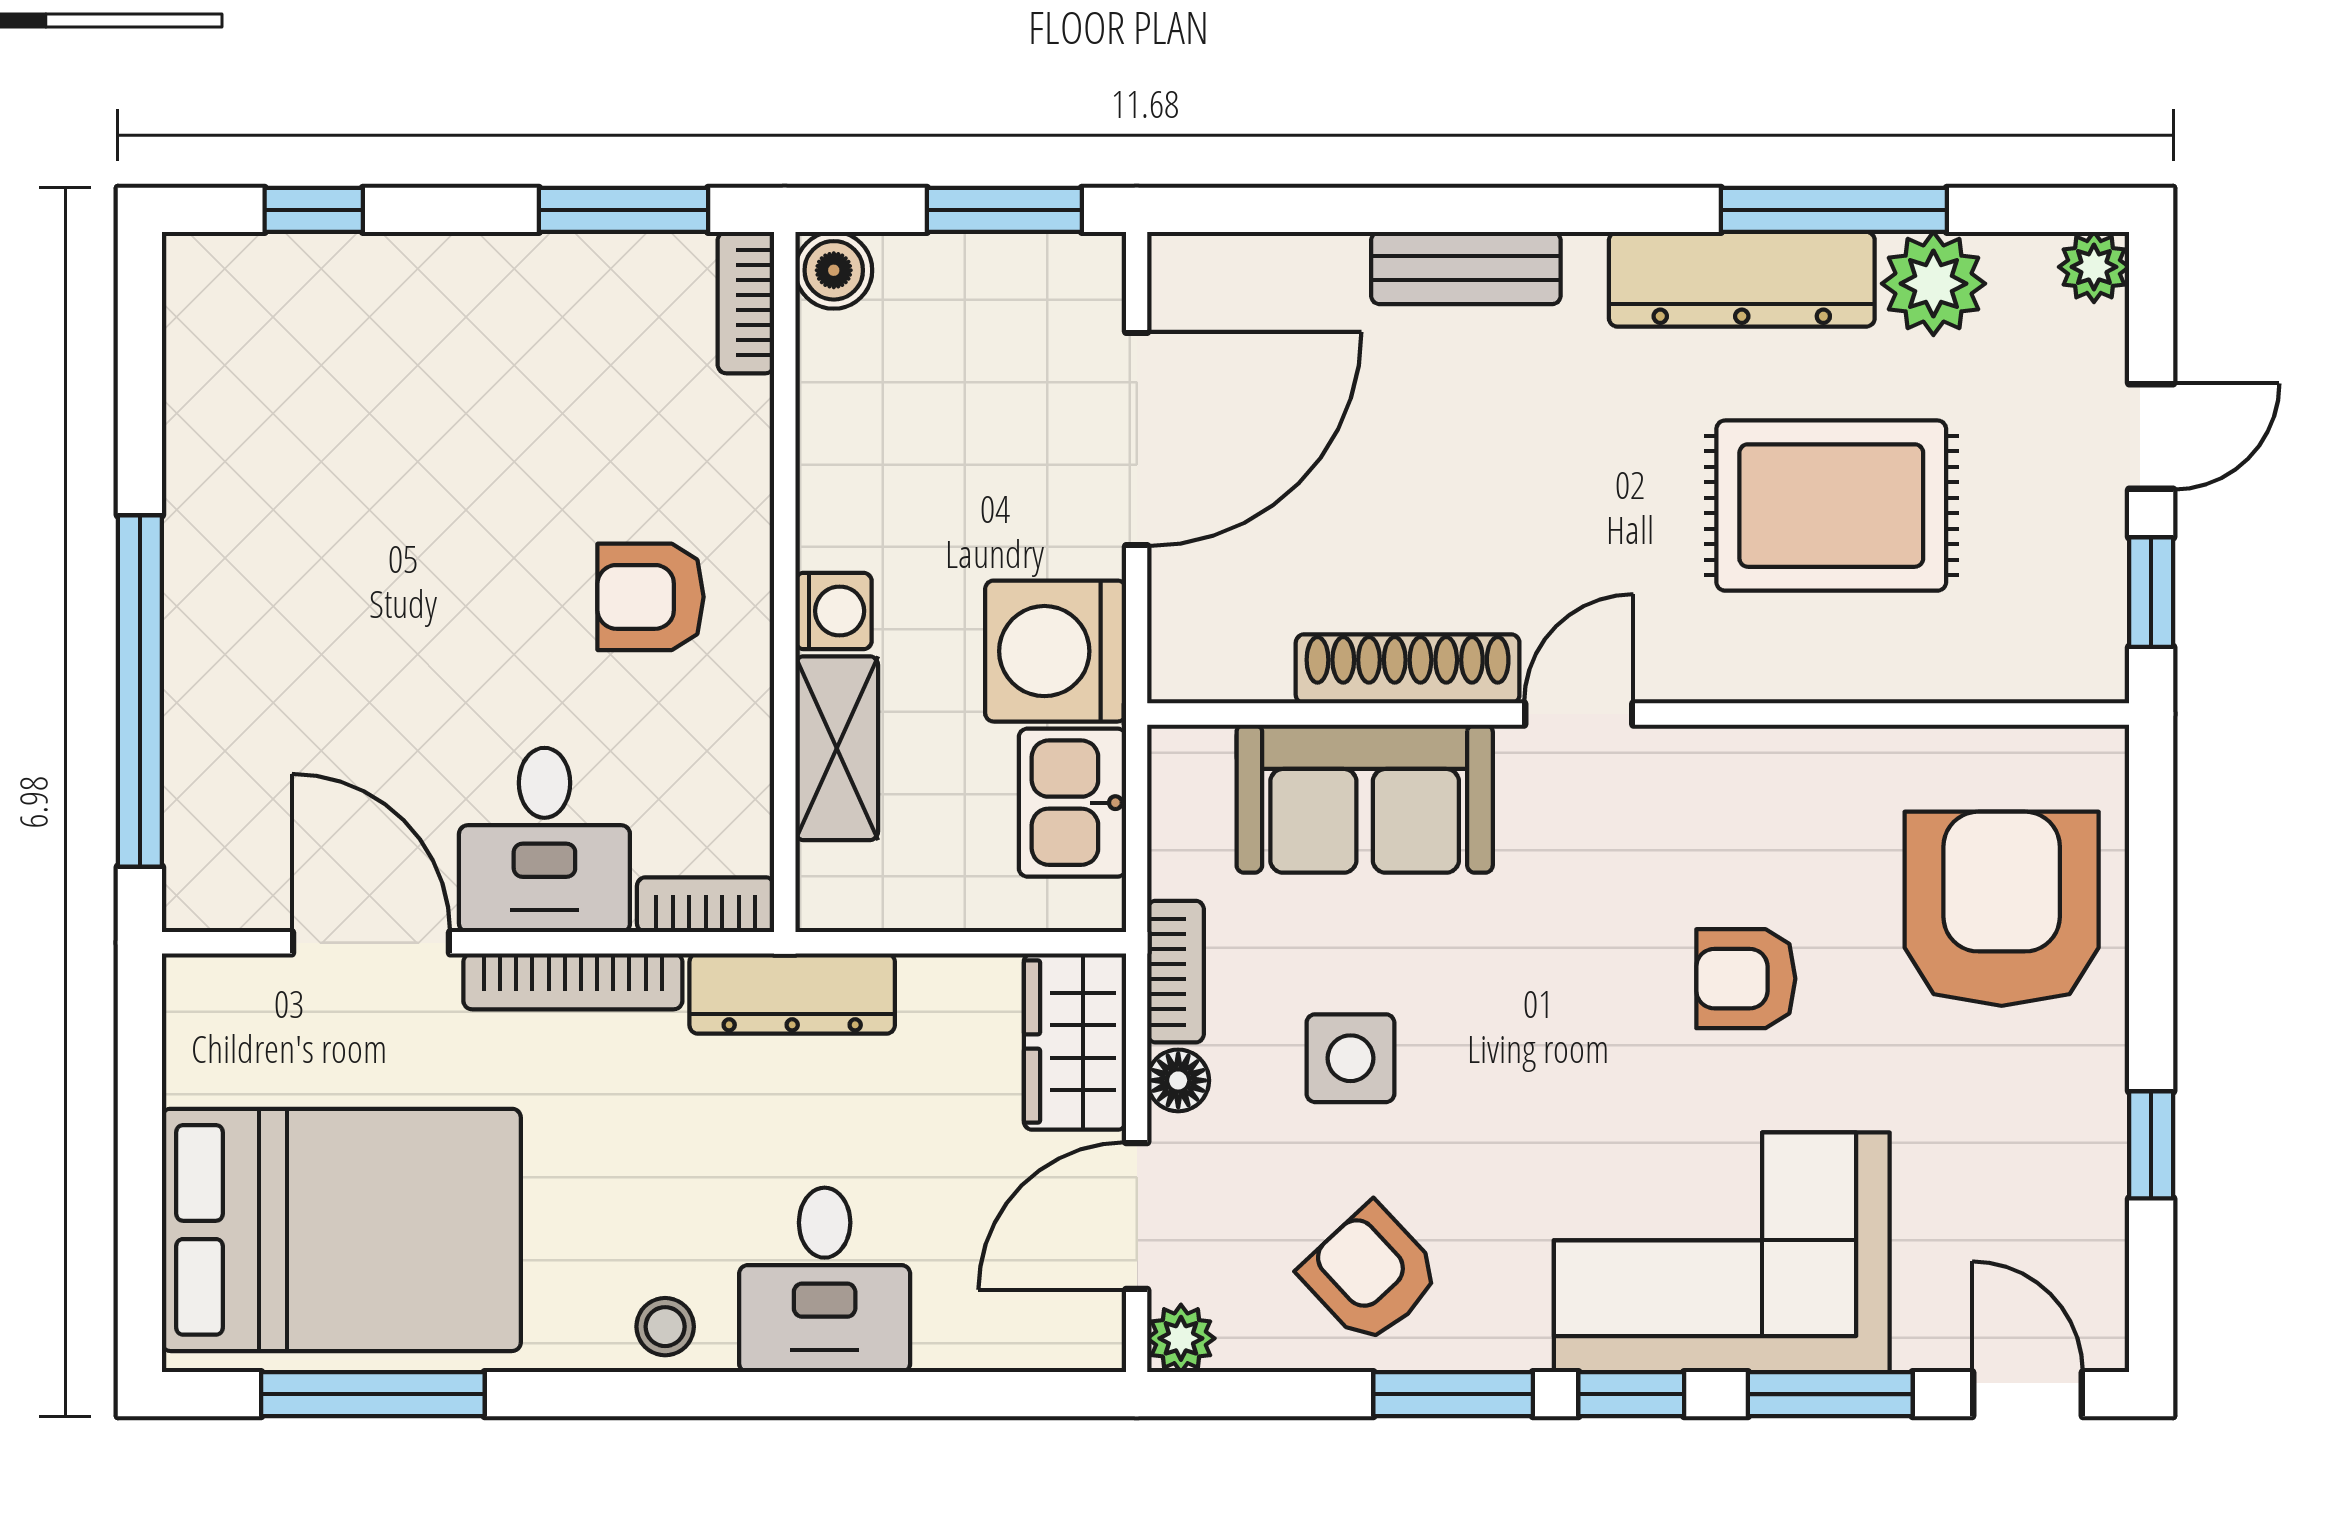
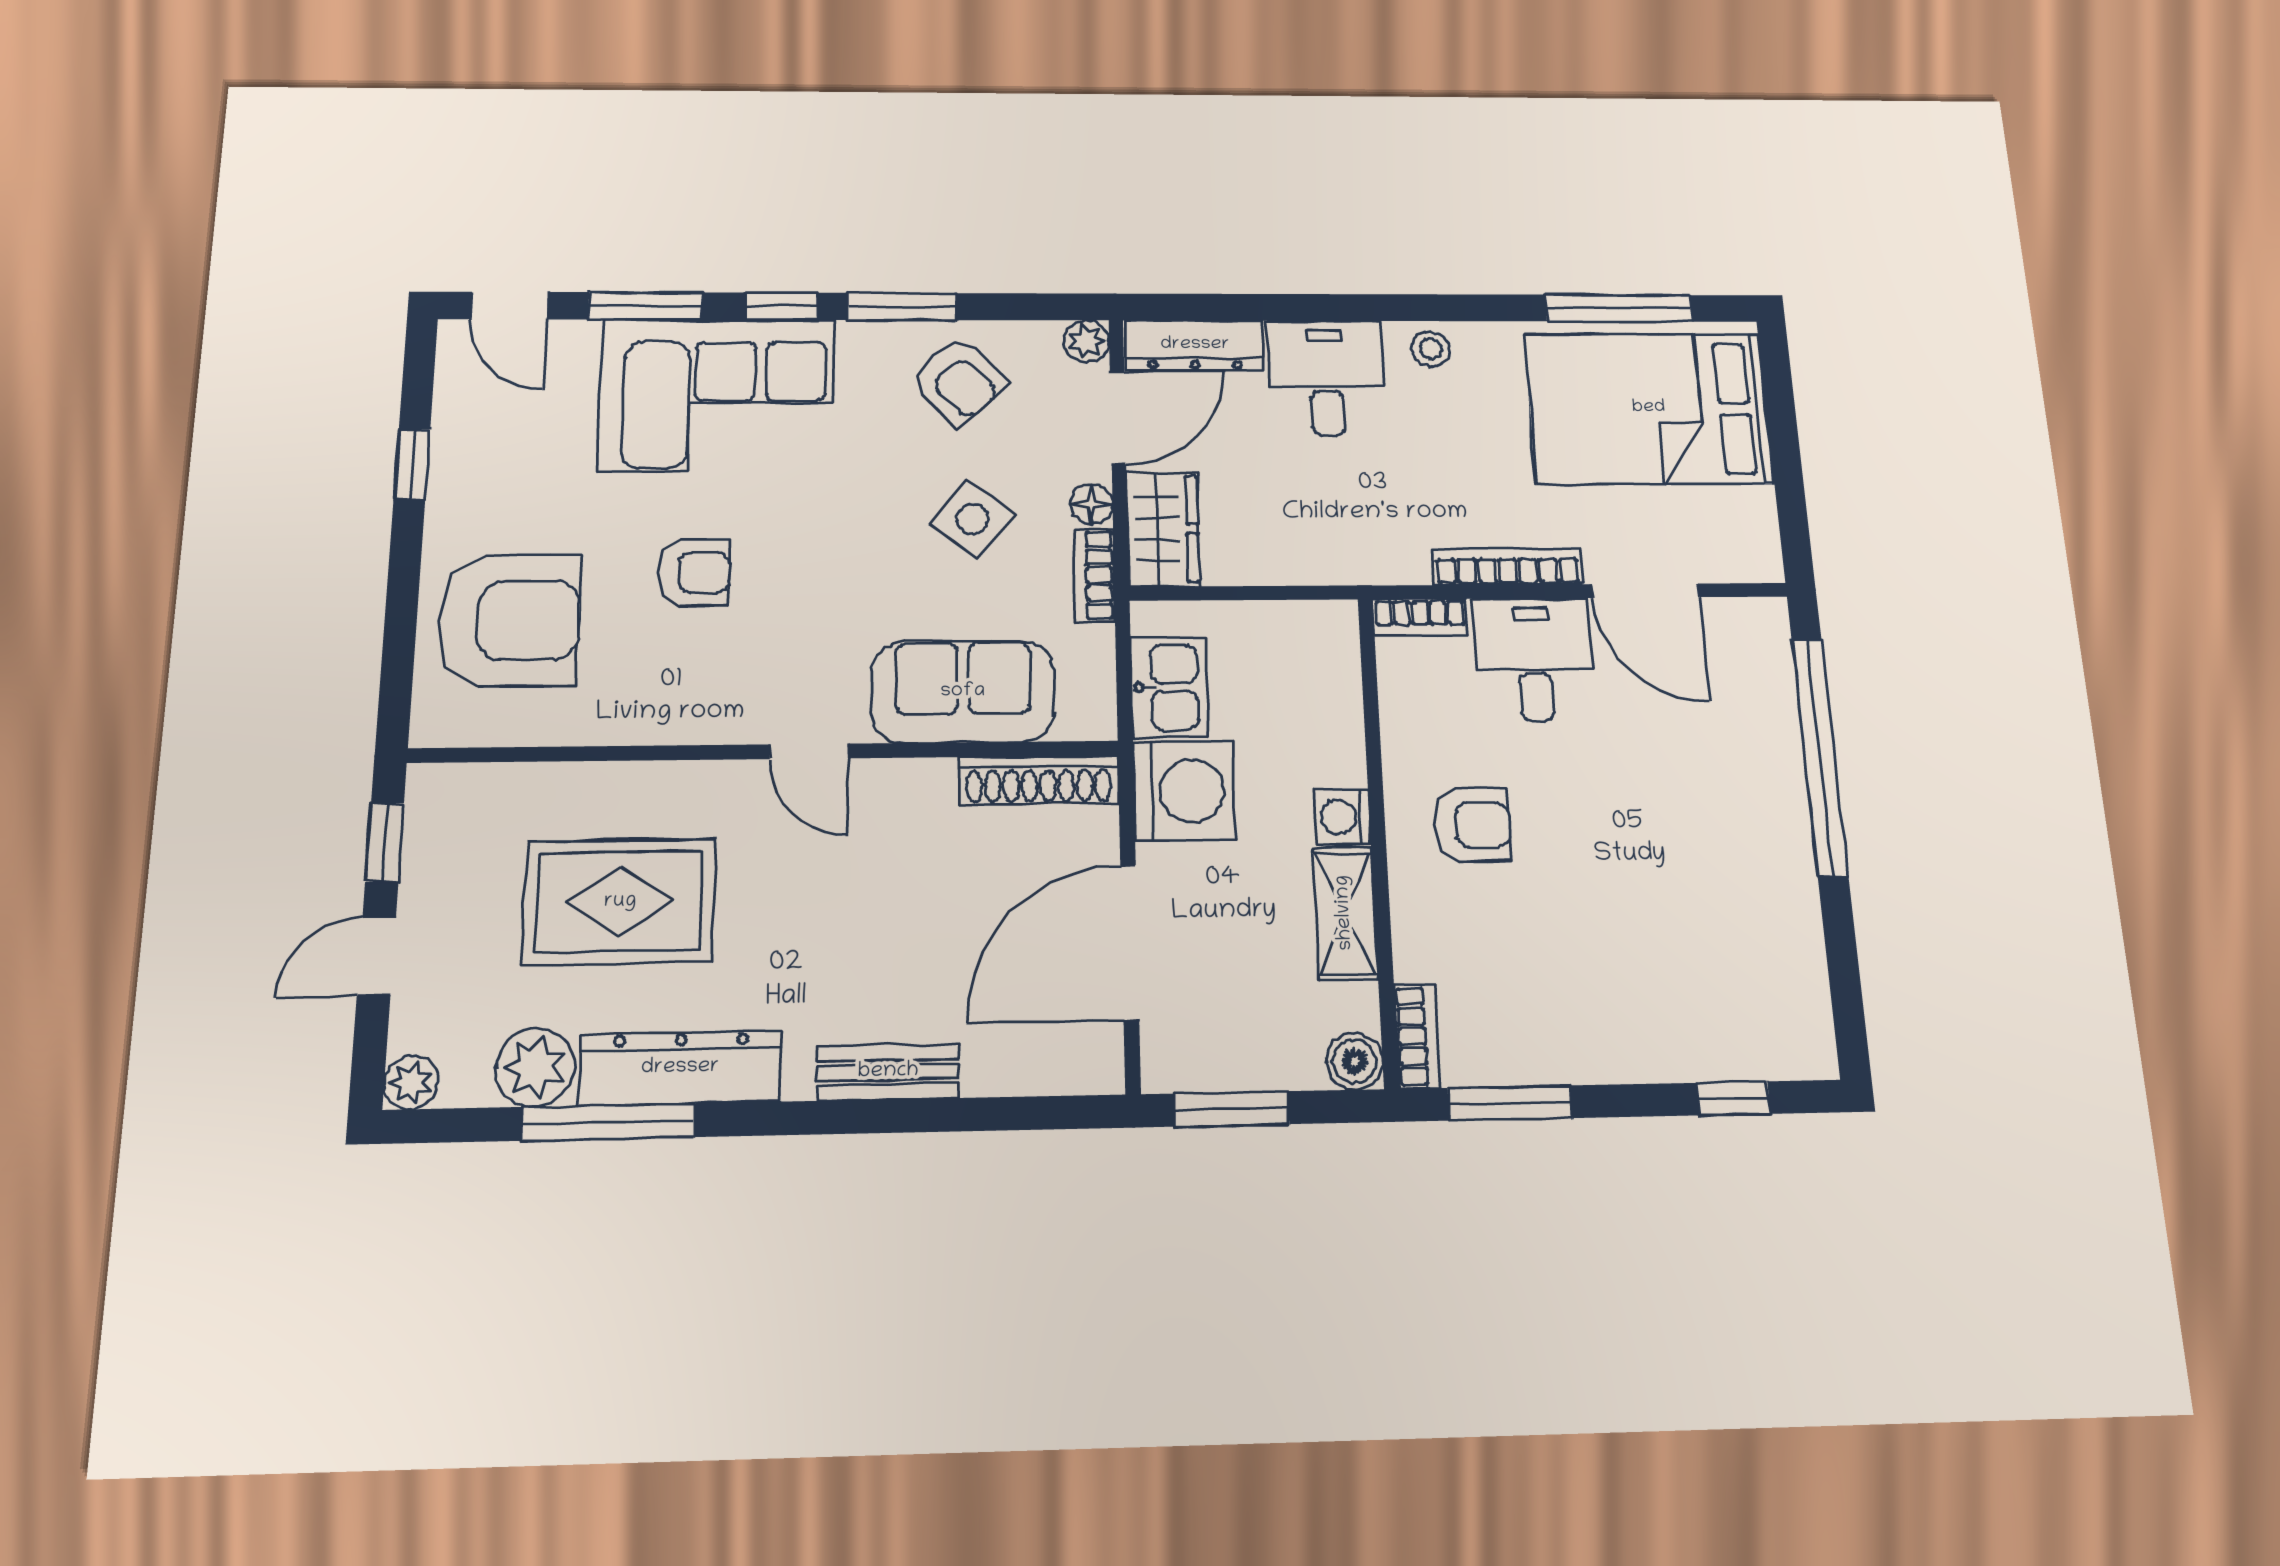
shoe rack: (1408, 669) -> (1039, 780), moved
door: (1579, 714) -> (809, 751), hinge flipped
shelving: (837, 748) -> (1345, 913), moved
armchair: (2002, 909) -> (509, 620), turned -90
dresser: (792, 993) -> (1195, 345), moved, turned 180
side table: (1350, 1058) -> (972, 519), turned 38

